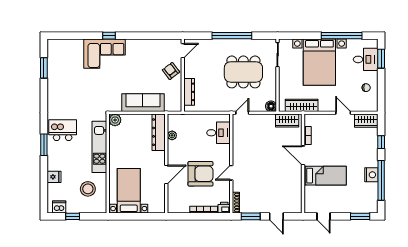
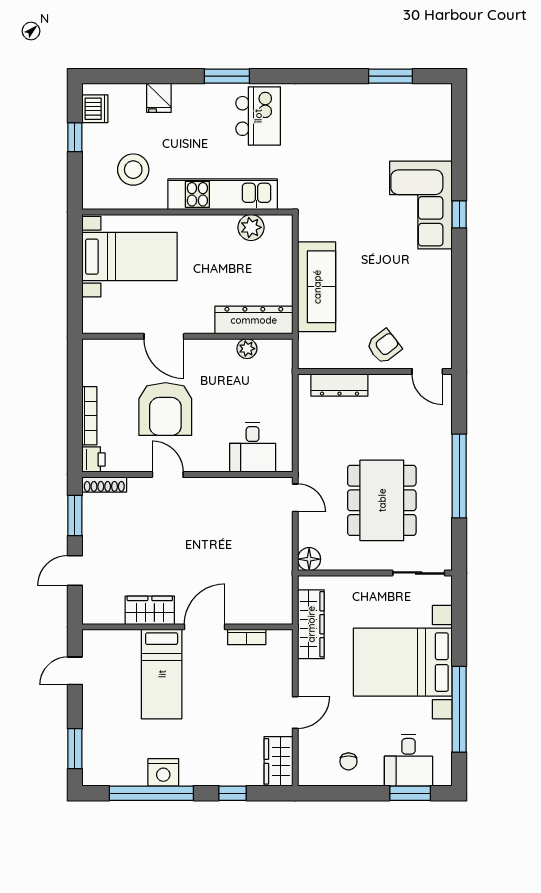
plant: (115, 120) -> (251, 227), moved
wardrobe: (287, 121) -> (150, 610), moved, turned 90

